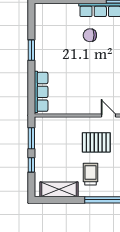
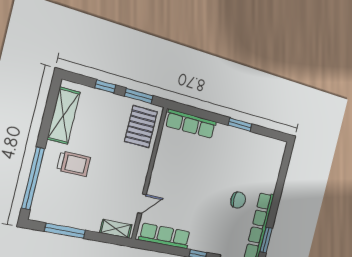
chair: (90, 35) -> (238, 200), turned 90
pallet: (96, 142) -> (141, 127), moved

